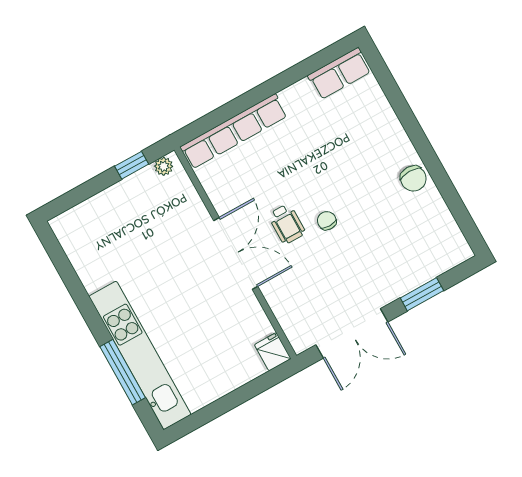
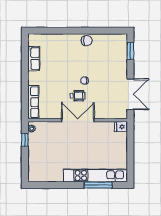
row of seats: (339, 74) -> (34, 58), moved
row of seats: (234, 131) -> (33, 102), width x0.73
window: (422, 294) -> (130, 51), moved

